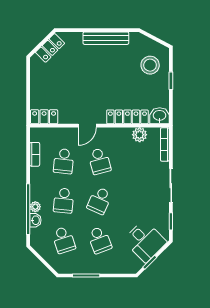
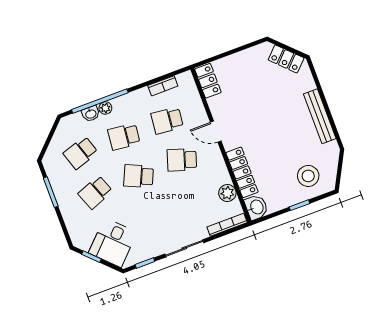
school desk: (100, 161) -> (182, 160), turned 33

